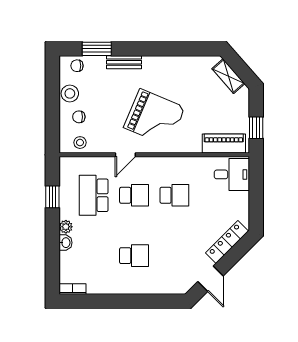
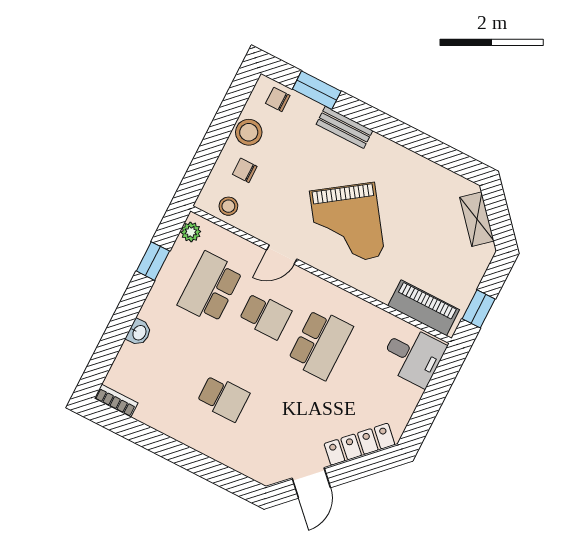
grand piano: (154, 117) -> (347, 224), turned 32
school desk: (174, 195) -> (320, 344), width x1.85
plant: (66, 227) -> (191, 232), moved

